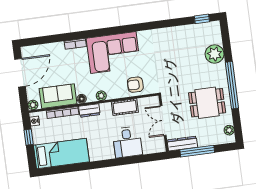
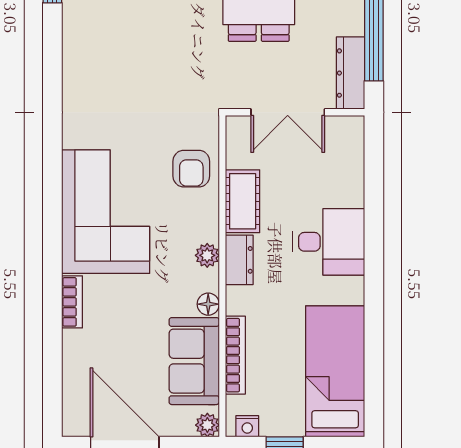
dresser: (89, 110) -> (239, 260), moved
desk: (127, 142) -> (329, 242), moved

